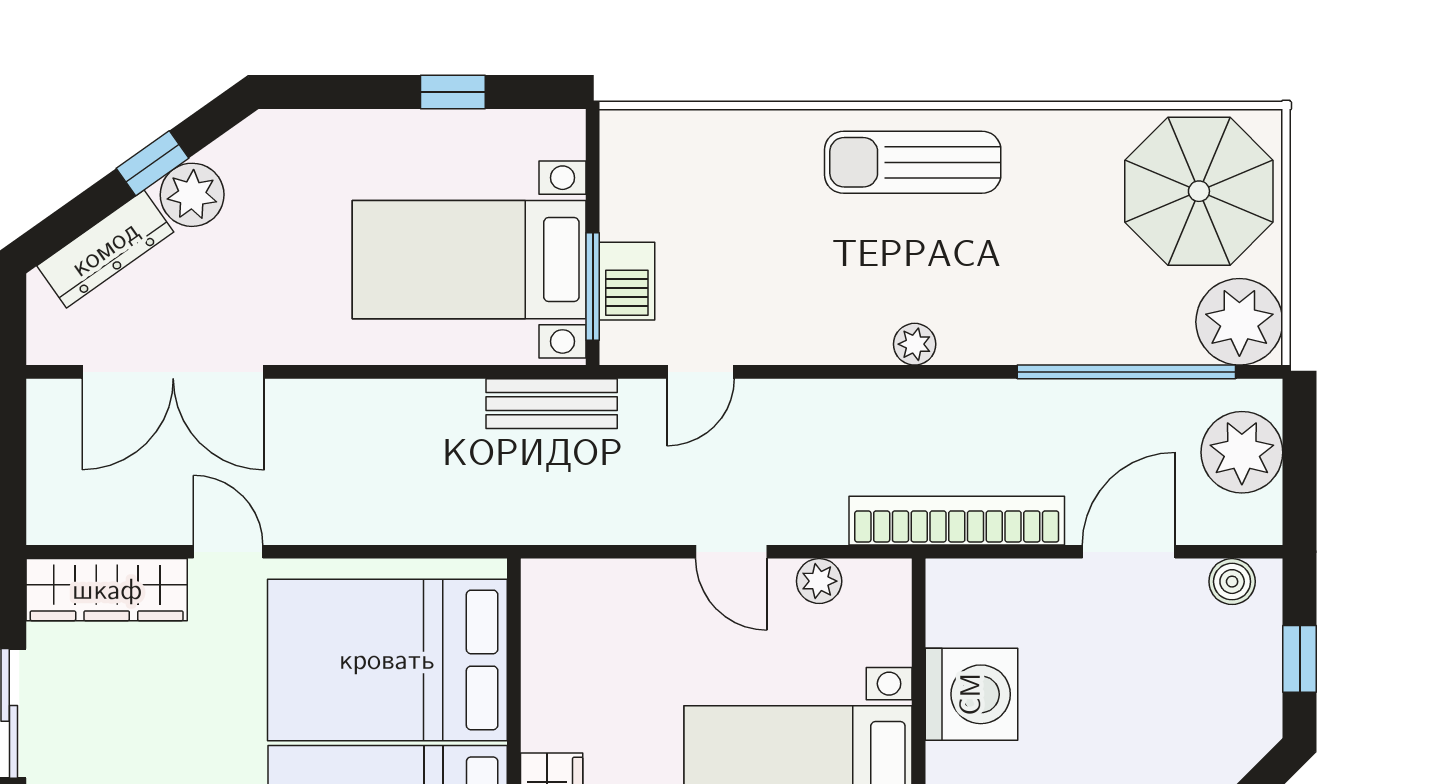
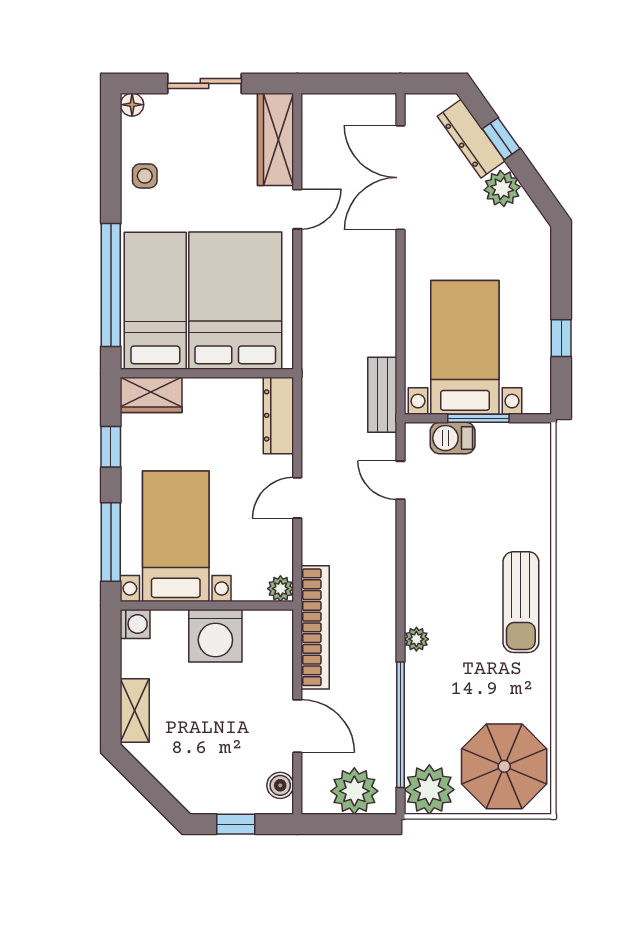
sun lounger: (913, 162) -> (521, 602), turned 180
window: (152, 163) -> (501, 139), moved
window: (593, 286) -> (478, 418), moved
plant: (915, 344) -> (416, 639), moved
plant: (819, 581) -> (280, 589), moved
dresser: (588, 585) -> (278, 415), added

